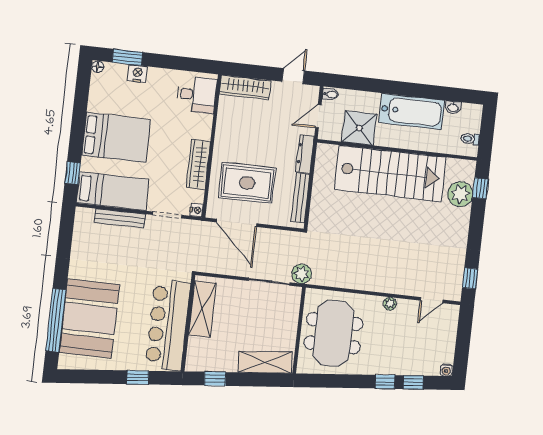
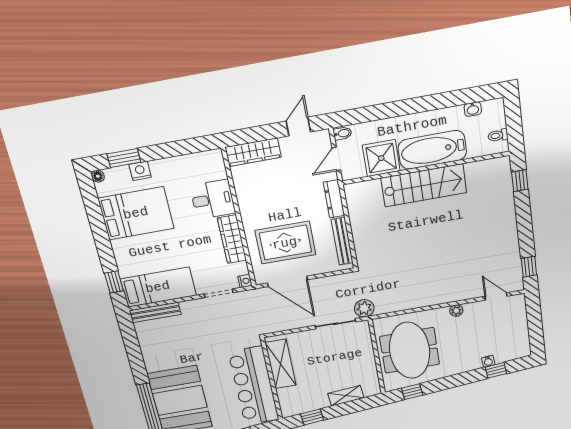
desk: (197, 95) -> (213, 199), moved
bathtub: (412, 112) -> (432, 150), moved, turned 180
bed: (116, 137) -> (136, 213), moved
stairs: (390, 173) -> (424, 185), width x0.73, depth x0.66
plant: (460, 194) -> (501, 192), removed
bench: (120, 218) -> (155, 312), moved
door: (432, 300) -> (496, 296), swing flipped
shelving: (265, 362) -> (346, 396), width x0.67, depth x0.75
water cooler: (446, 370) -> (488, 361), moved
window: (385, 382) -> (412, 392), moved

